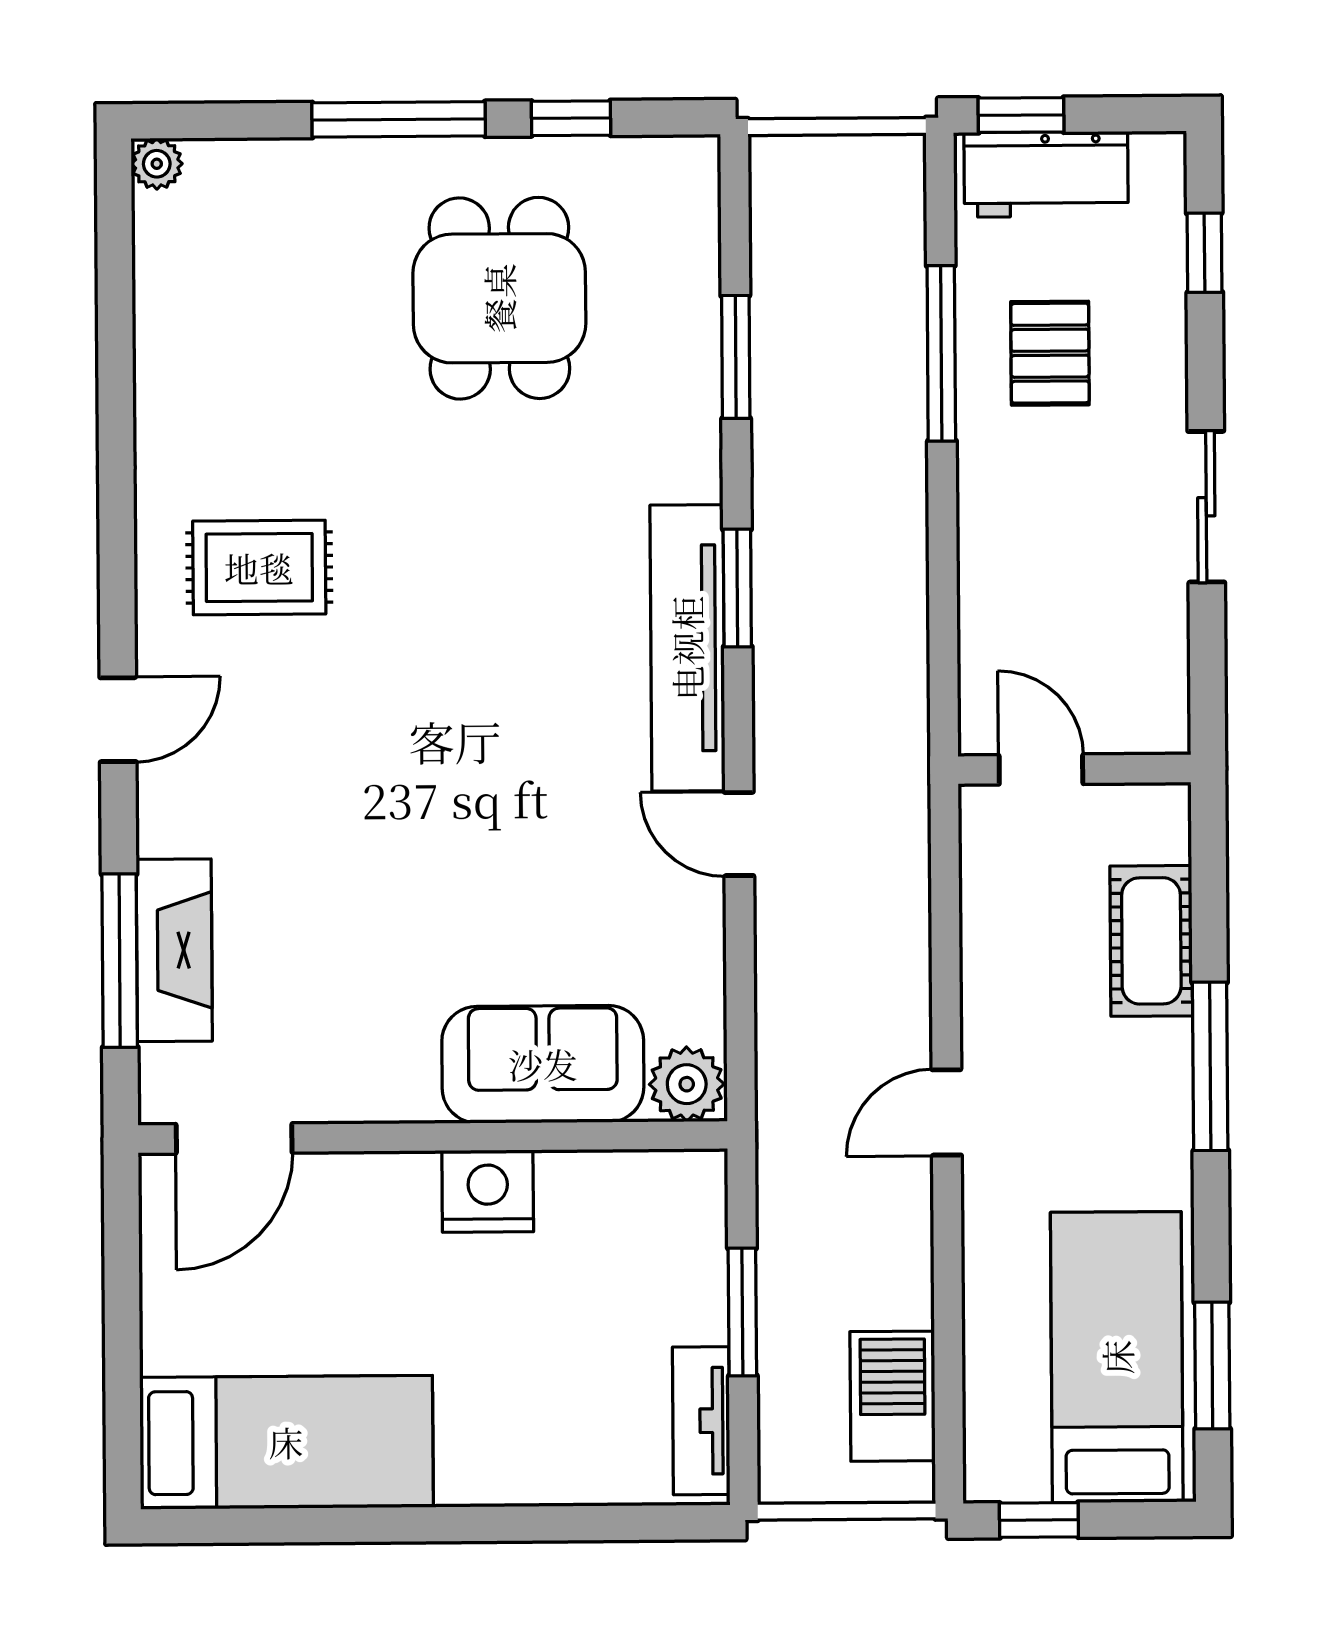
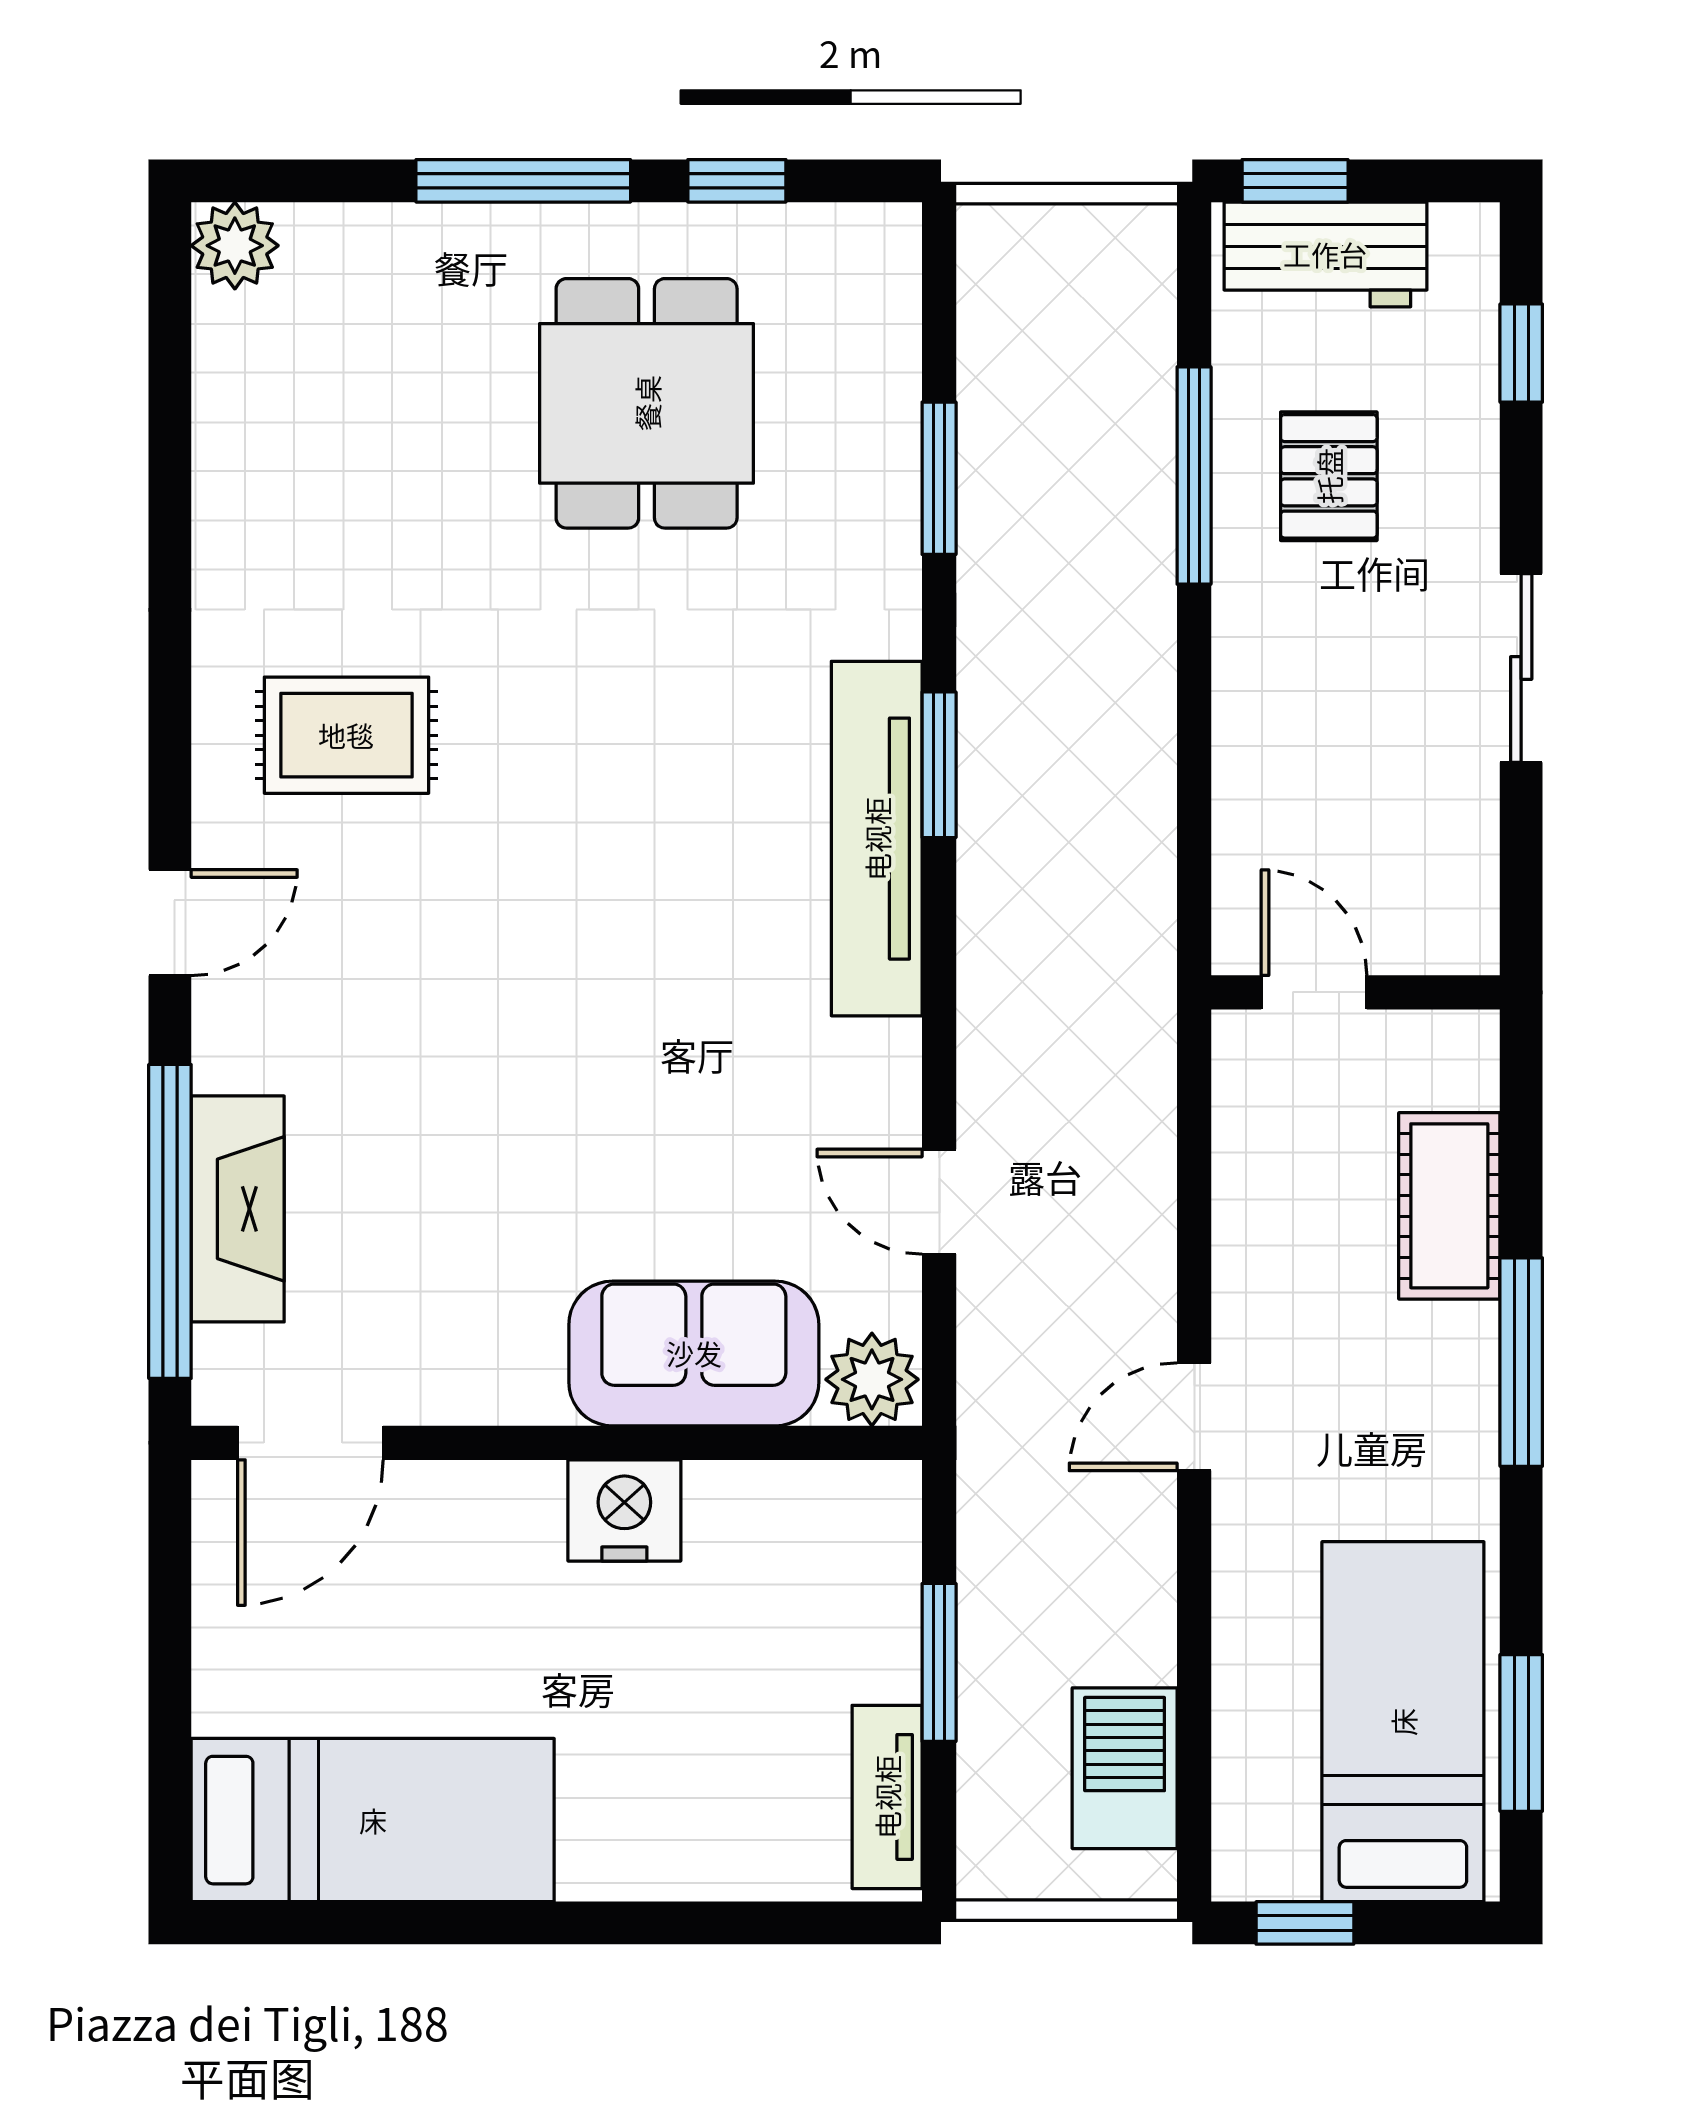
plant: (157, 164) -> (235, 246), width x1.38, depth x1.38
door: (739, 834) -> (939, 1202), moved
window: (120, 961) -> (170, 1221), width x1.46

